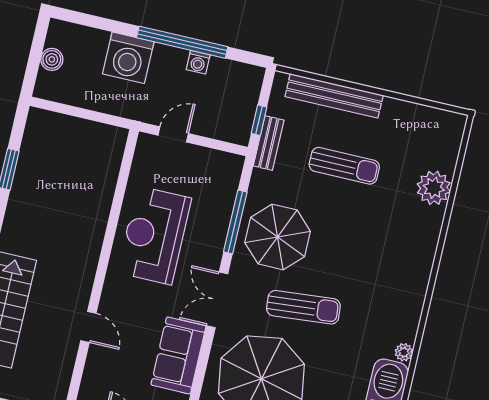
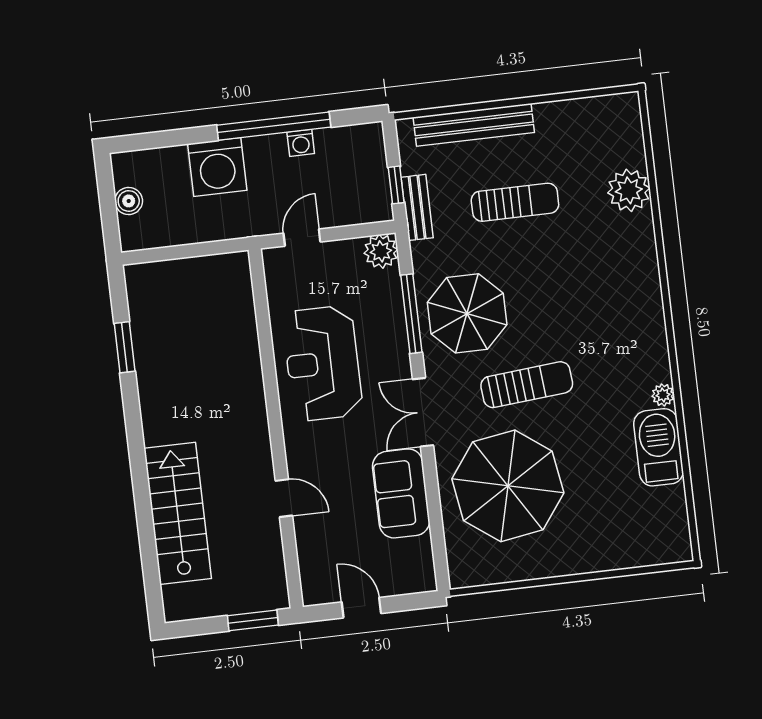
plant: (229, 166) -> (381, 251), added

